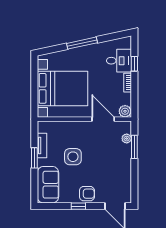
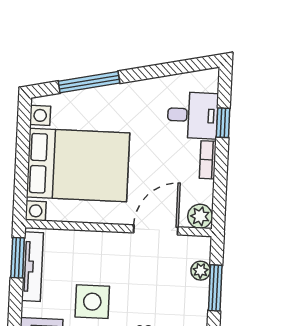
window: (82, 43) -> (89, 82), moved
door: (103, 119) -> (156, 230), hinge flipped
tv unit: (42, 146) -> (32, 267), width x1.41
window: (34, 158) -> (18, 258), moved

